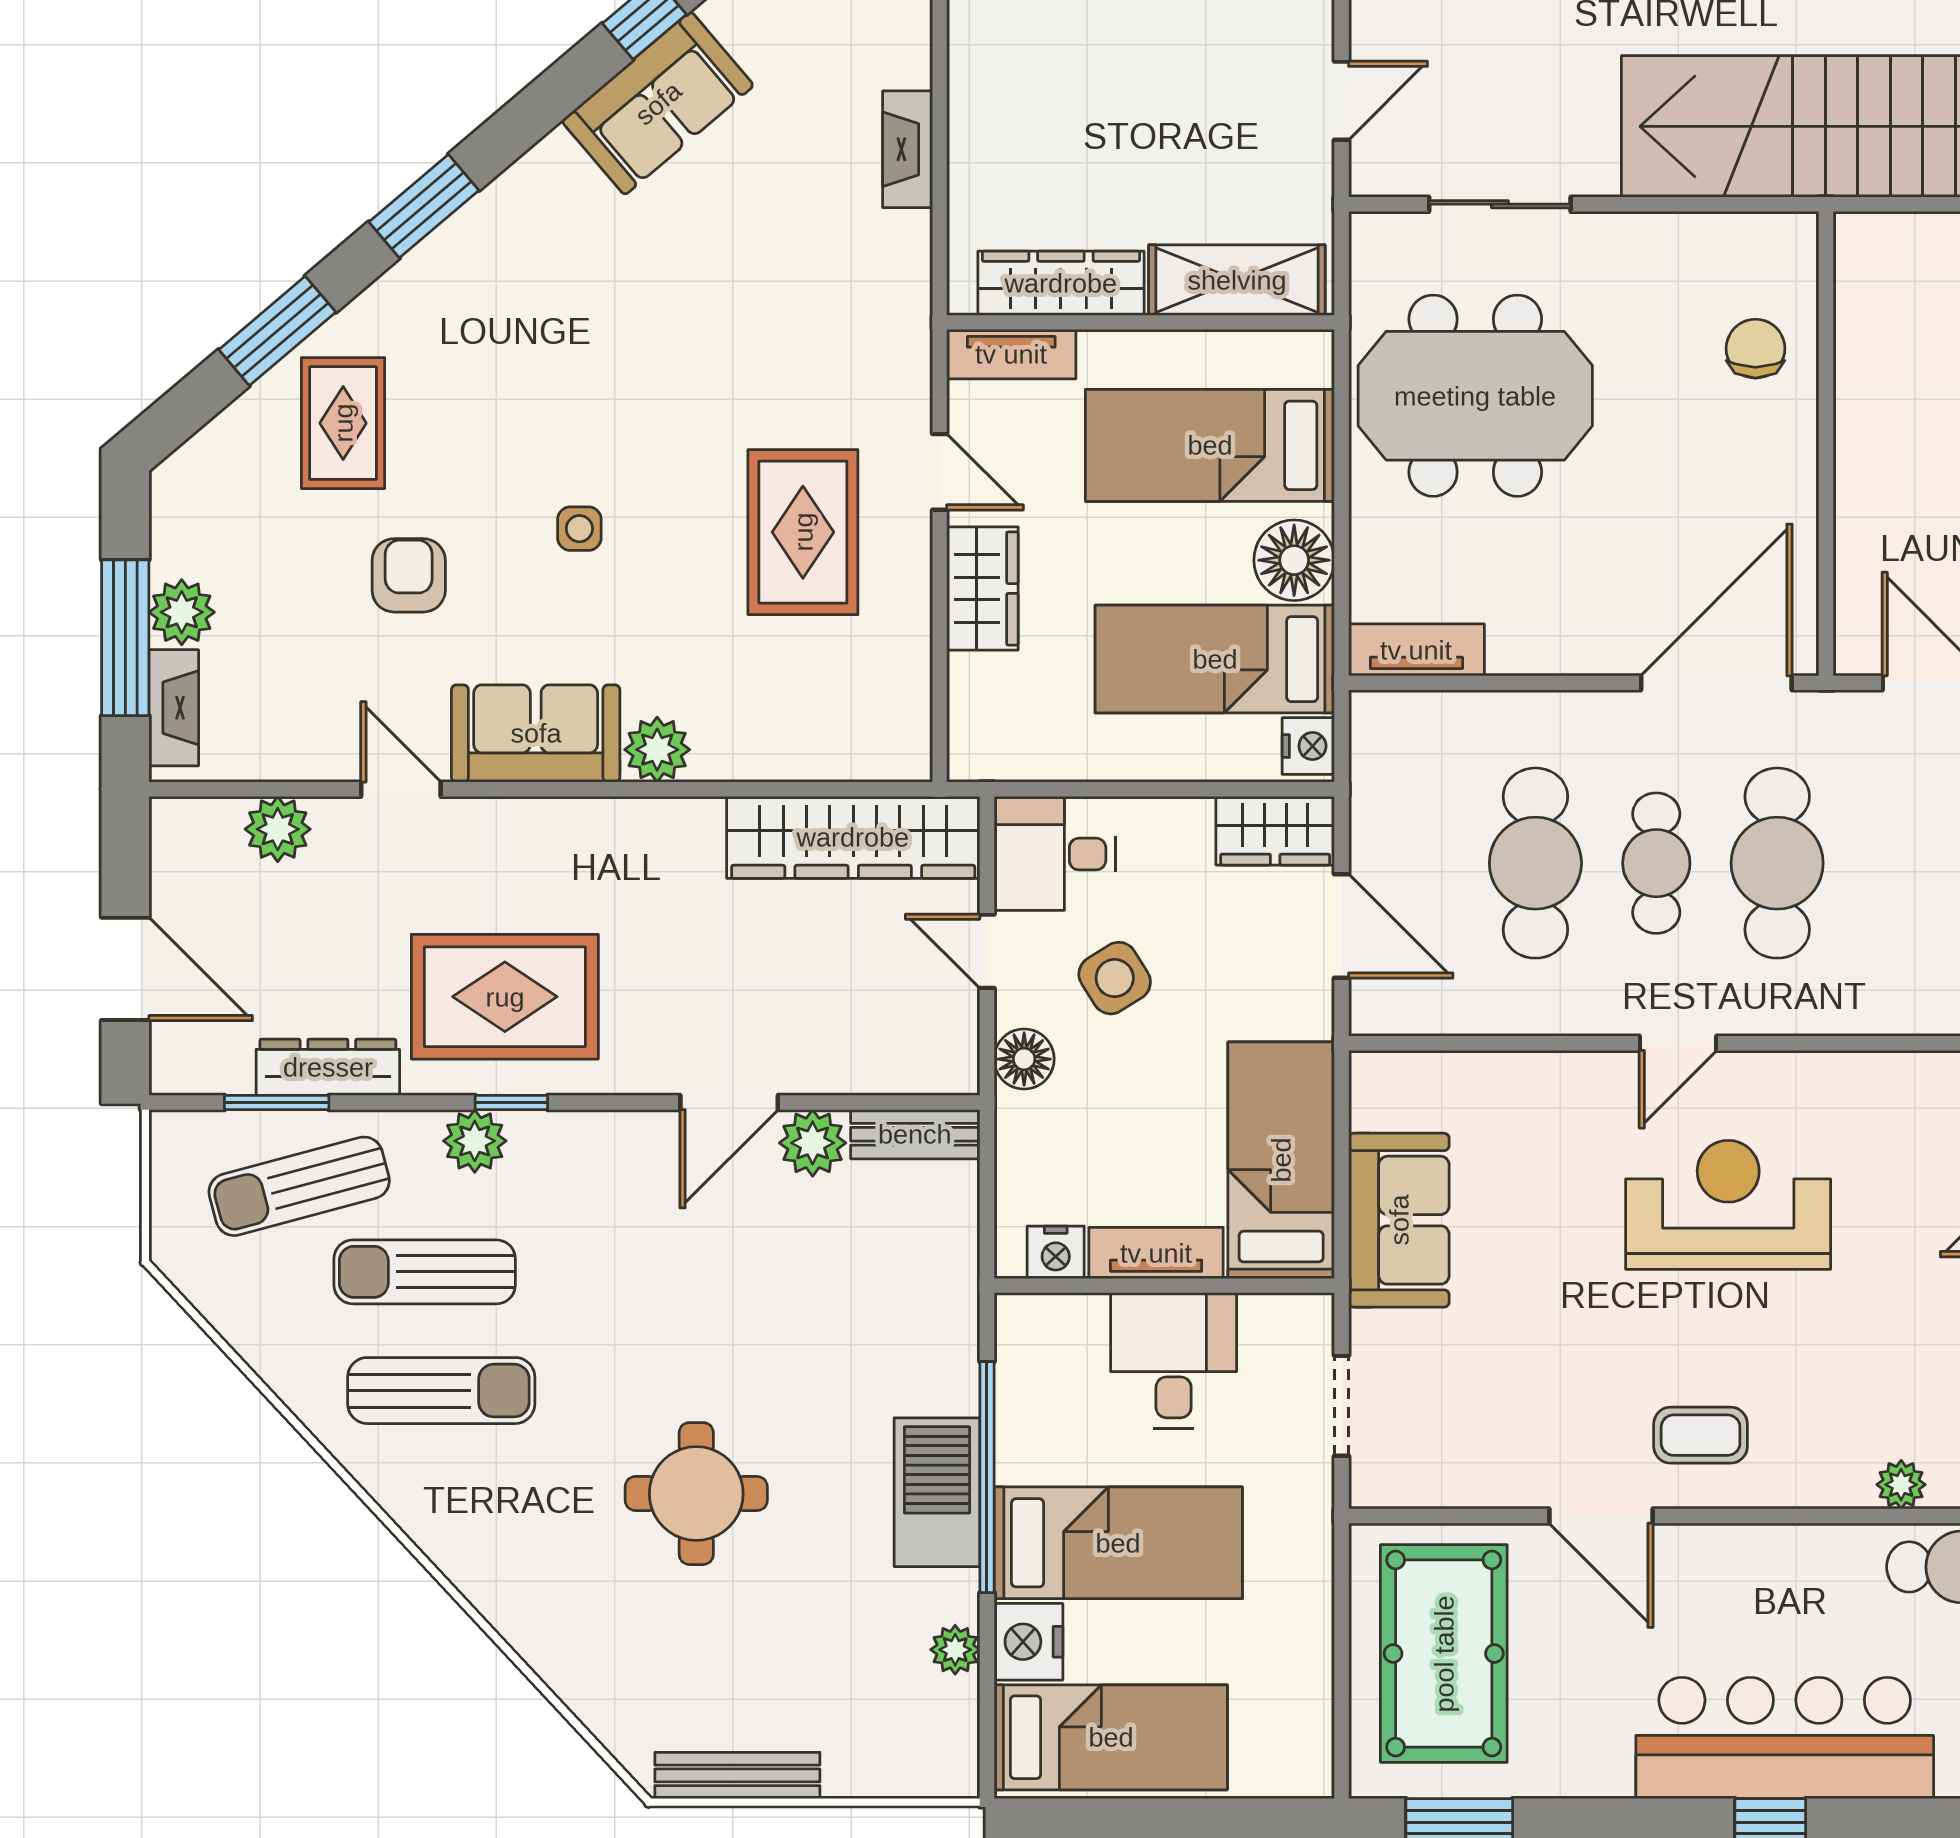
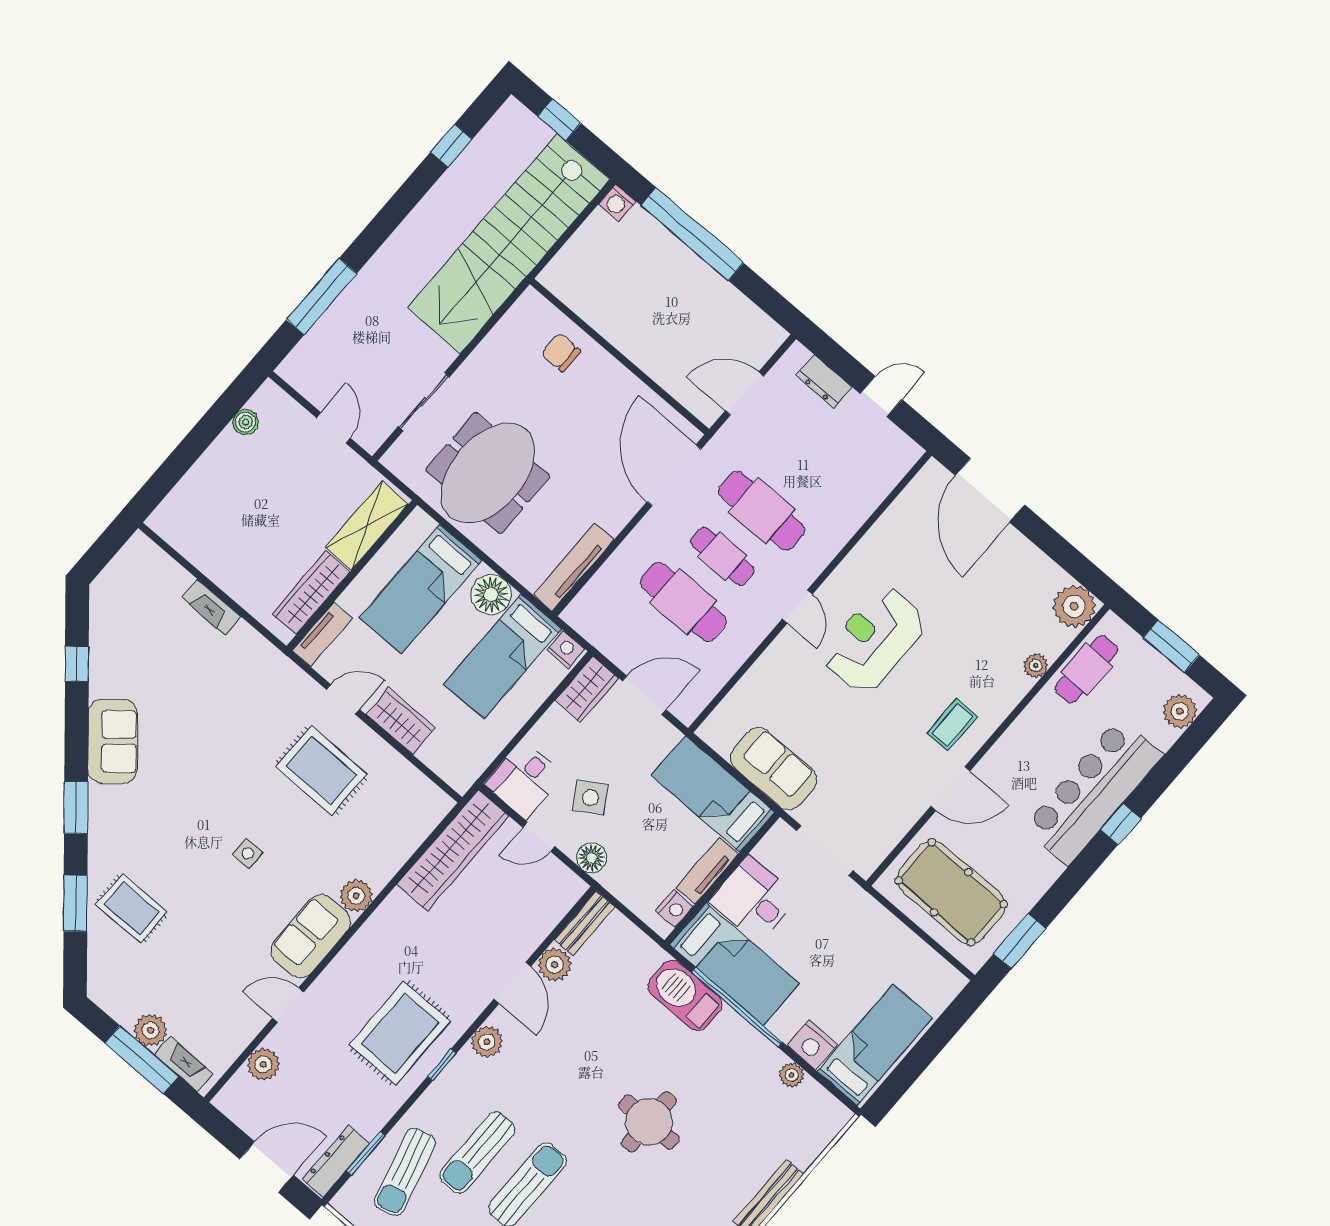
sofa: (658, 103) -> (113, 741), moved
armchair: (409, 575) -> (210, 933), removed
tv unit: (1416, 650) -> (573, 567), width x1.41
dresser: (328, 1067) -> (336, 1161), moved
plant: (475, 1141) -> (487, 1042), moved
doorway: (1341, 1406) -> (825, 851), width x1.38
barbecue: (937, 1492) -> (685, 995), moved
bed: (1118, 1543) -> (735, 964), moved, turned 90

